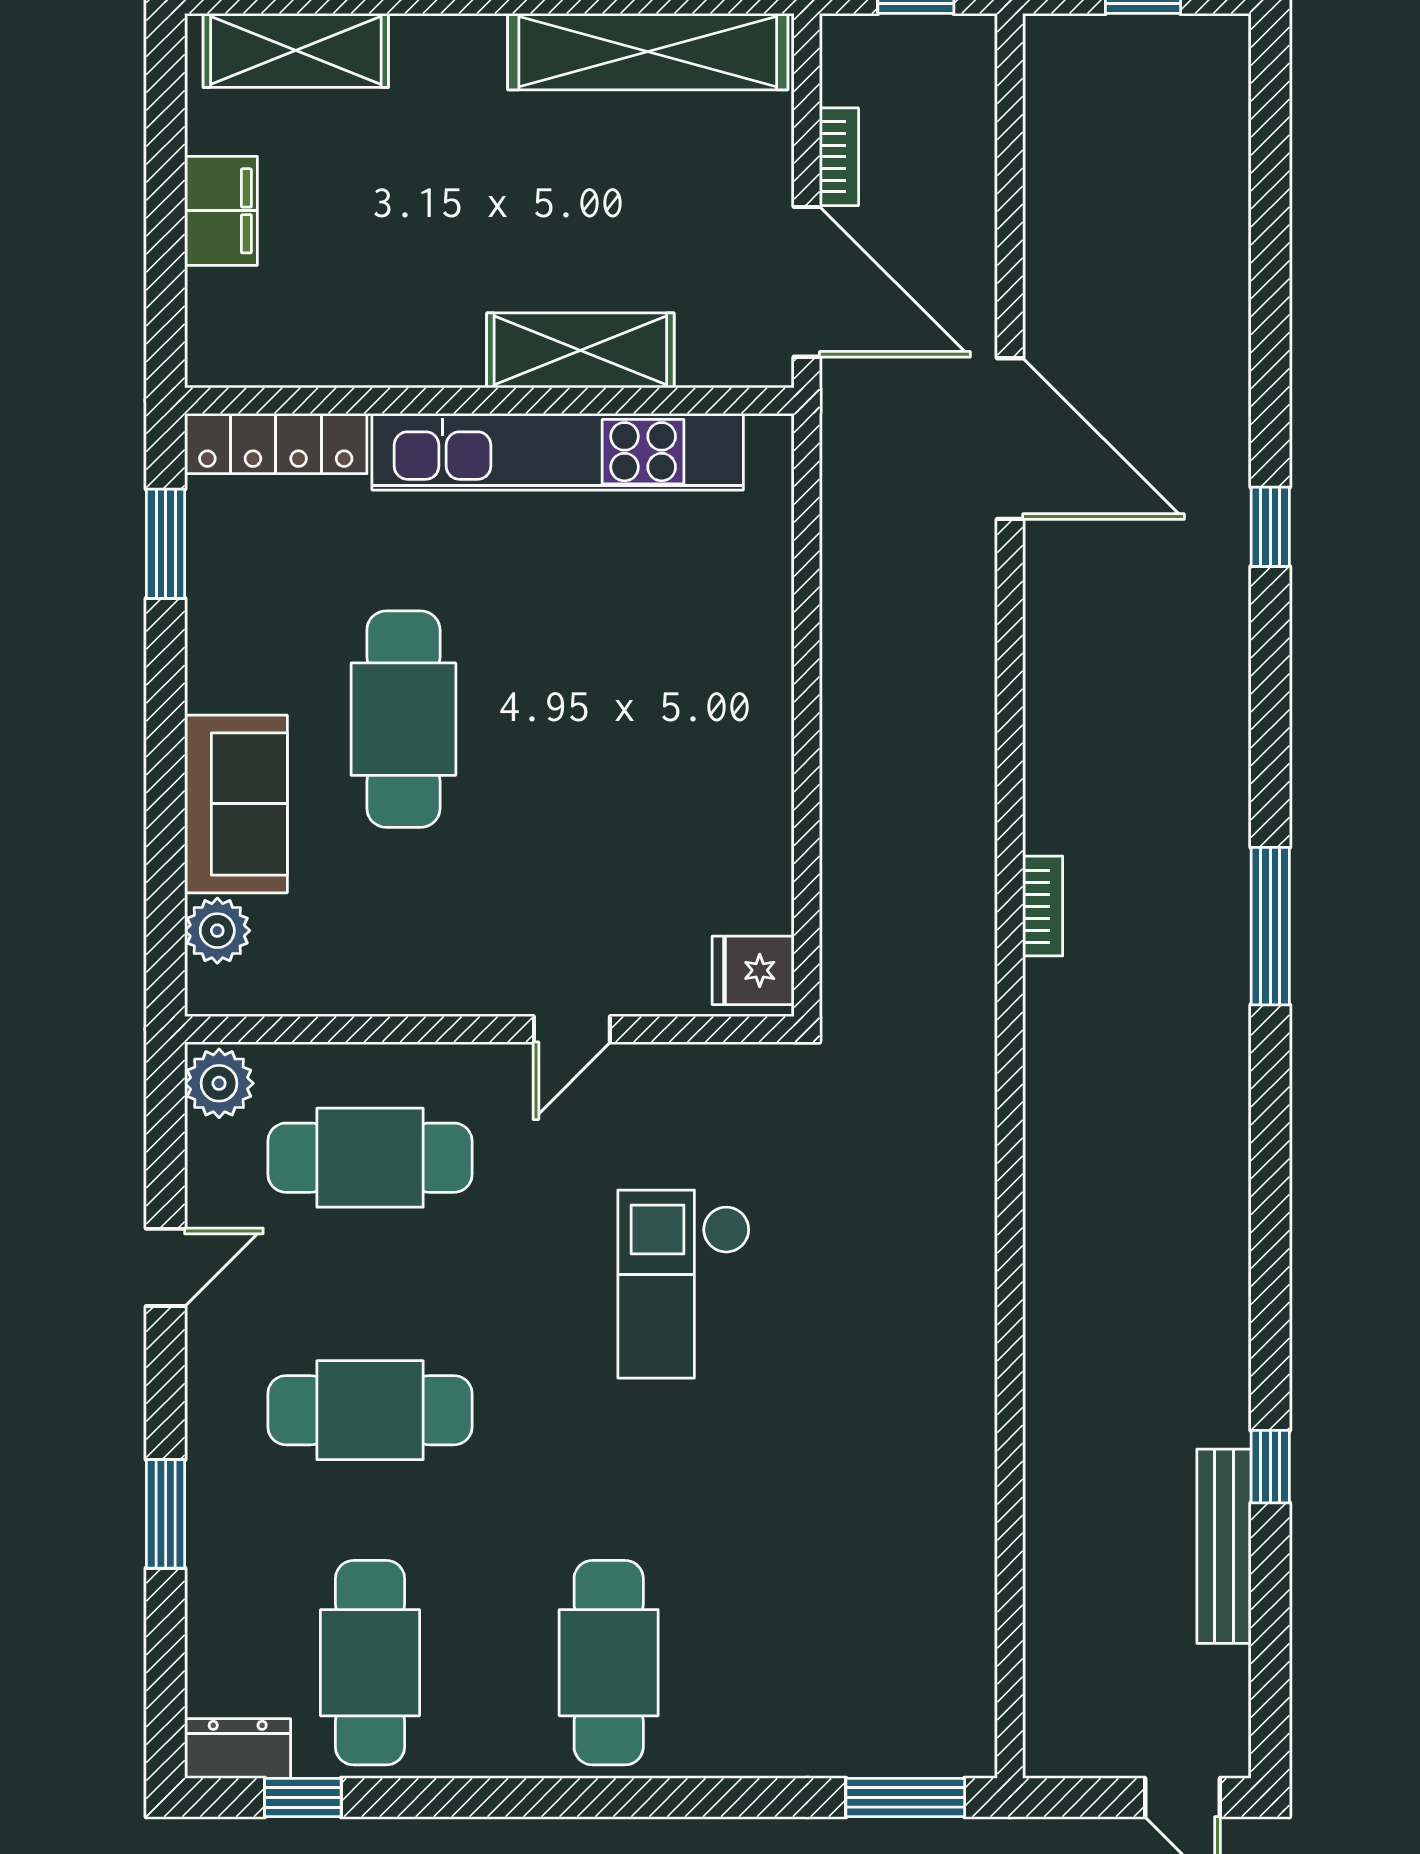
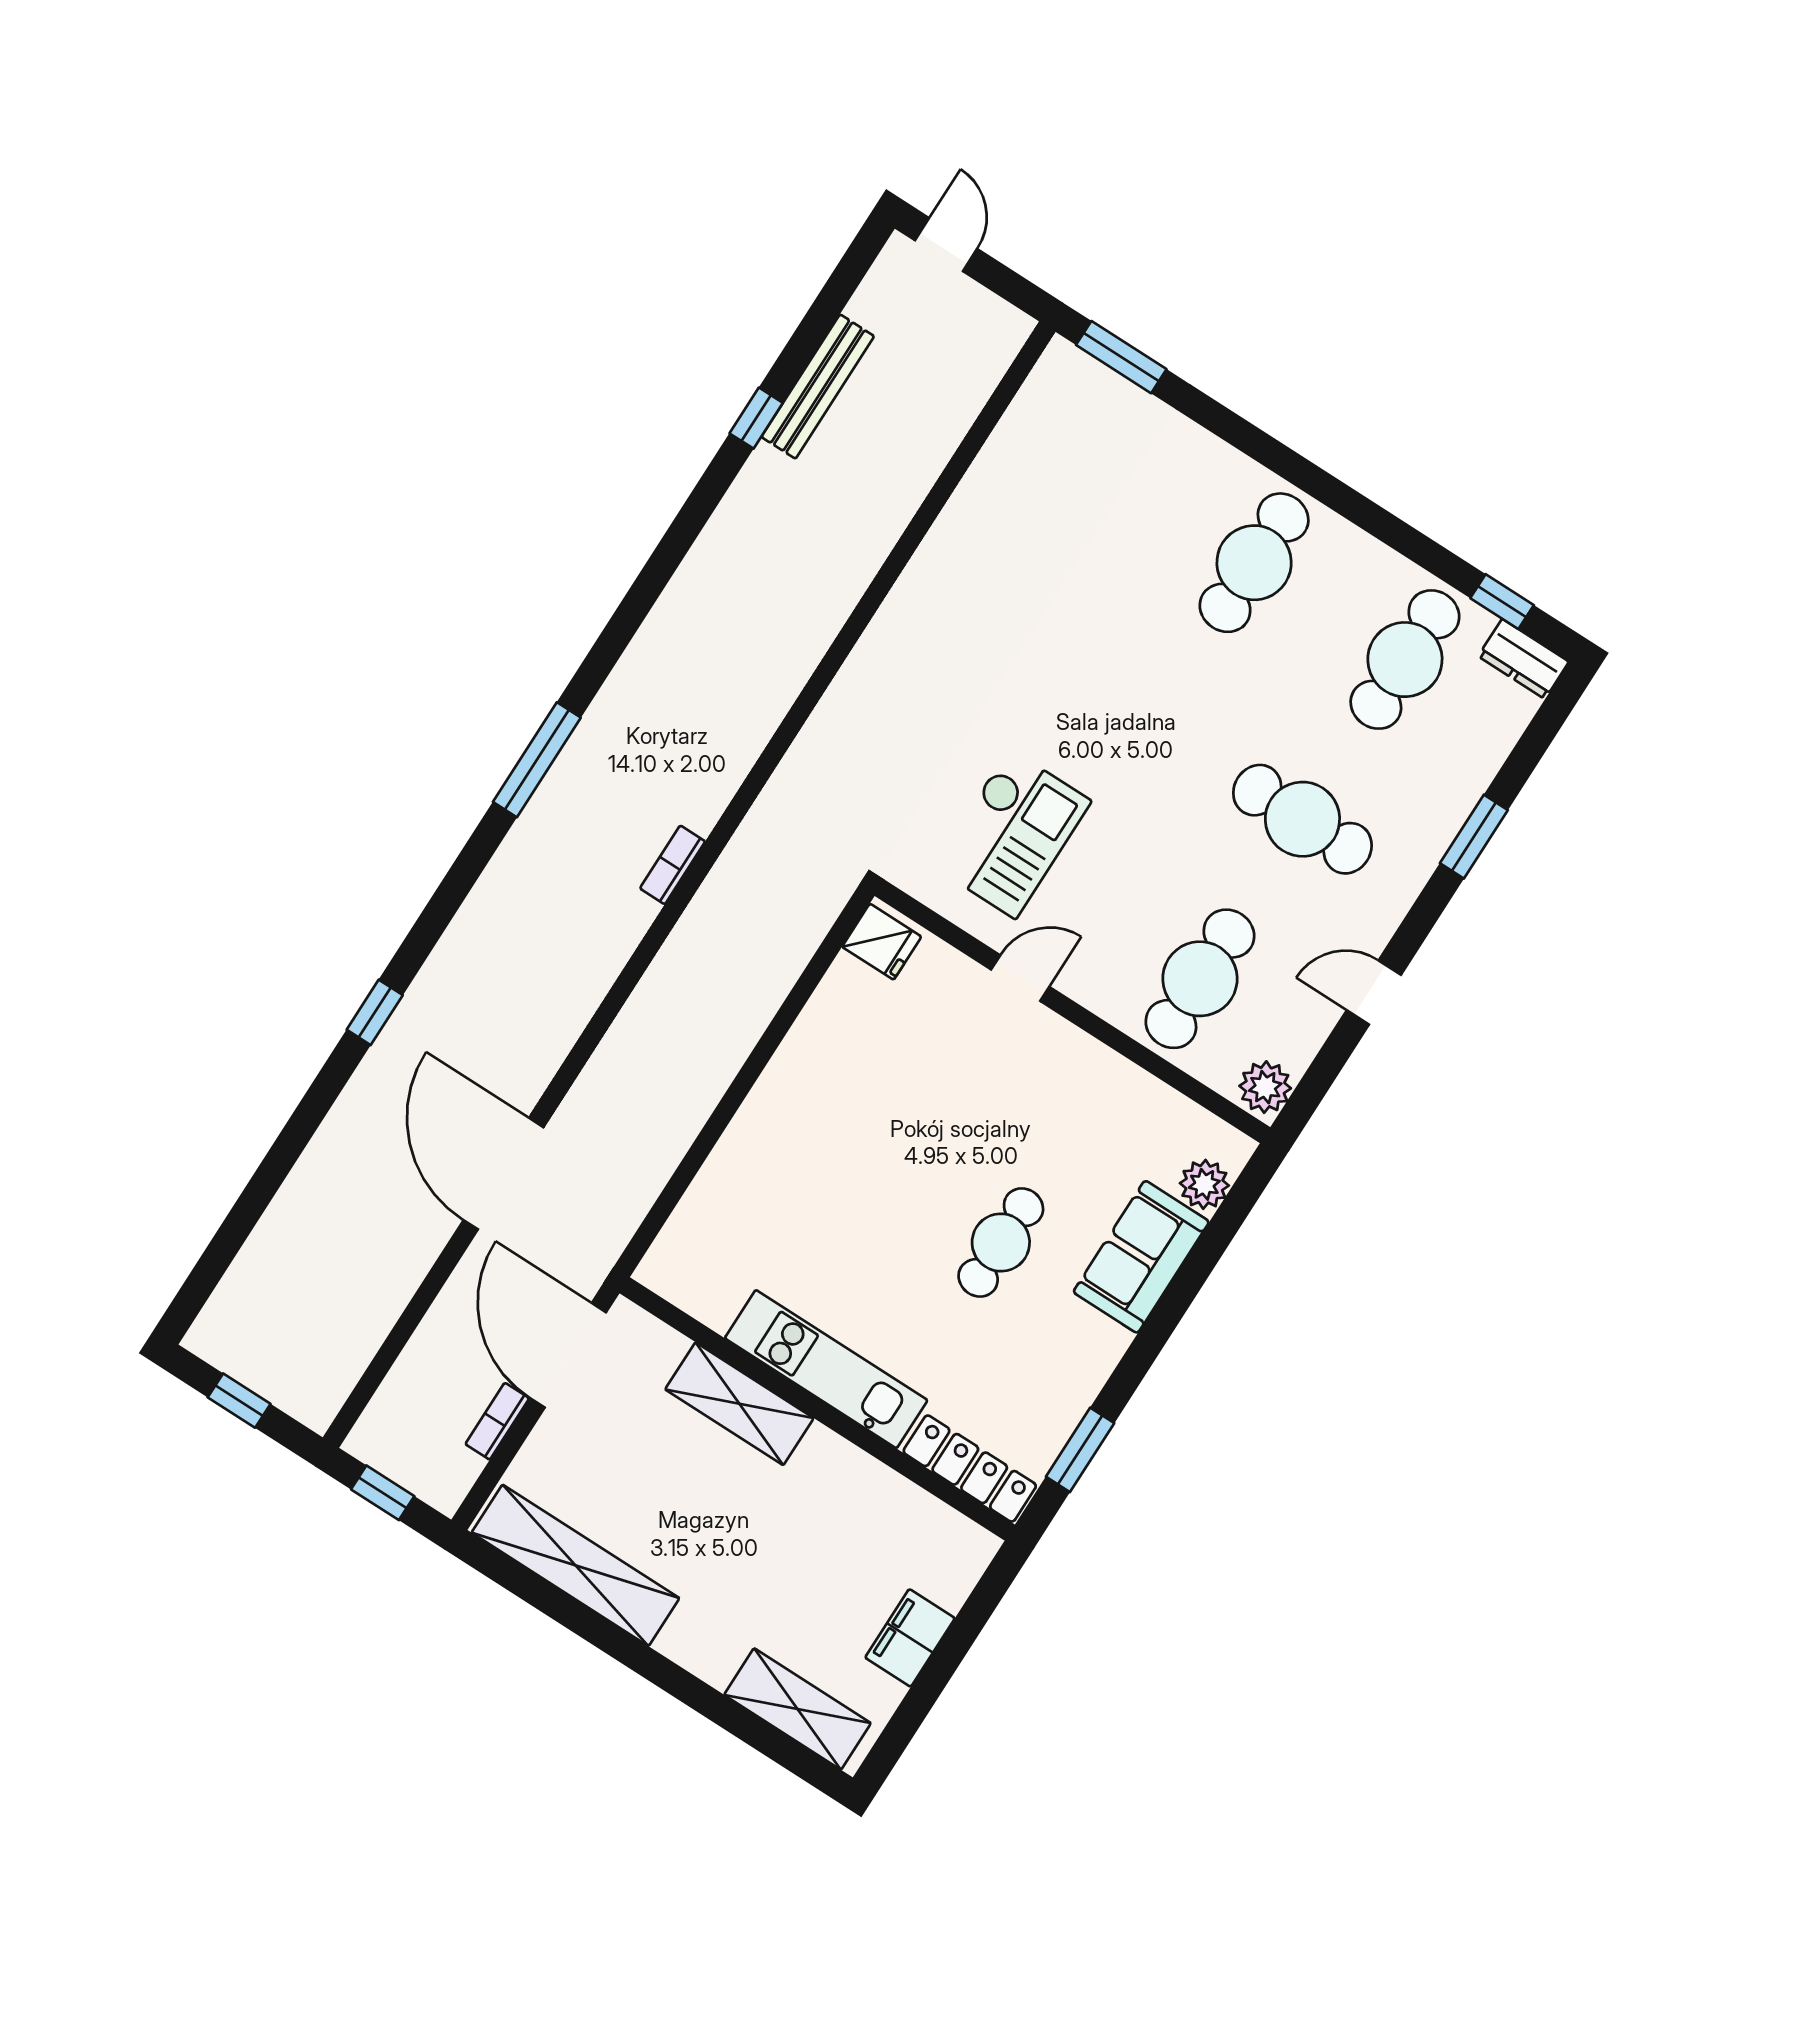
kitchen unit: (558, 452) -> (826, 1369), width x0.73
cafe table: (403, 719) -> (1001, 1242), width x0.73, depth x0.74
cafe table: (370, 1158) -> (1200, 979), turned 90
checkout: (684, 1284) -> (1012, 834), moved

